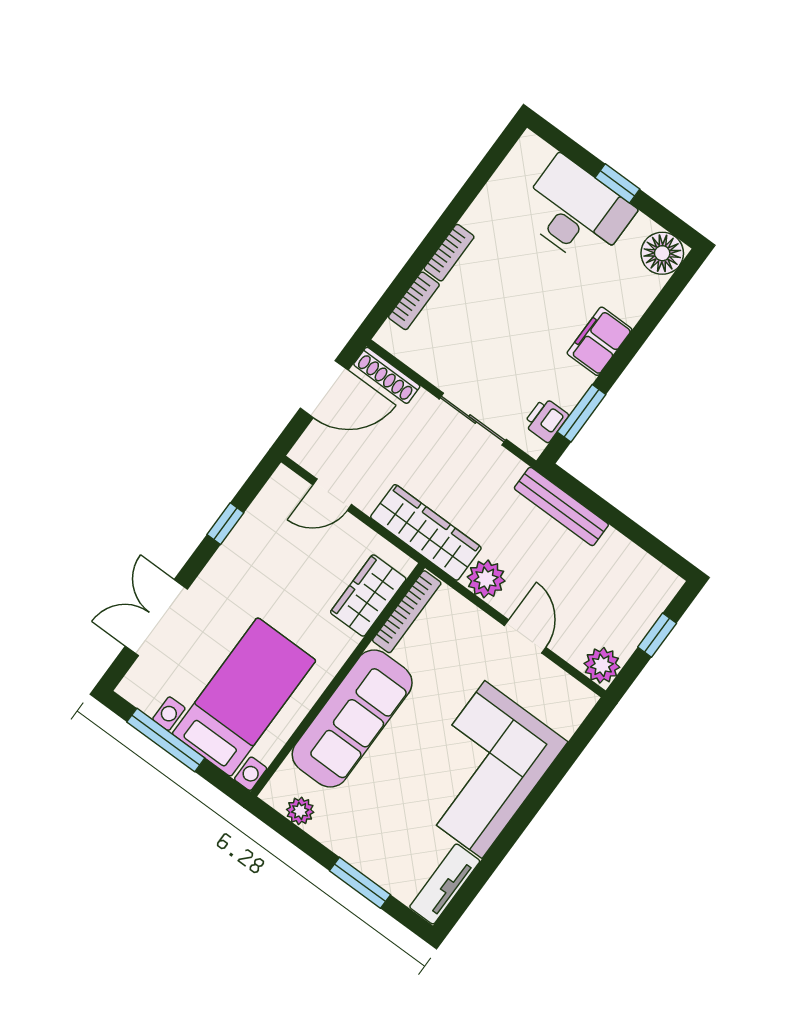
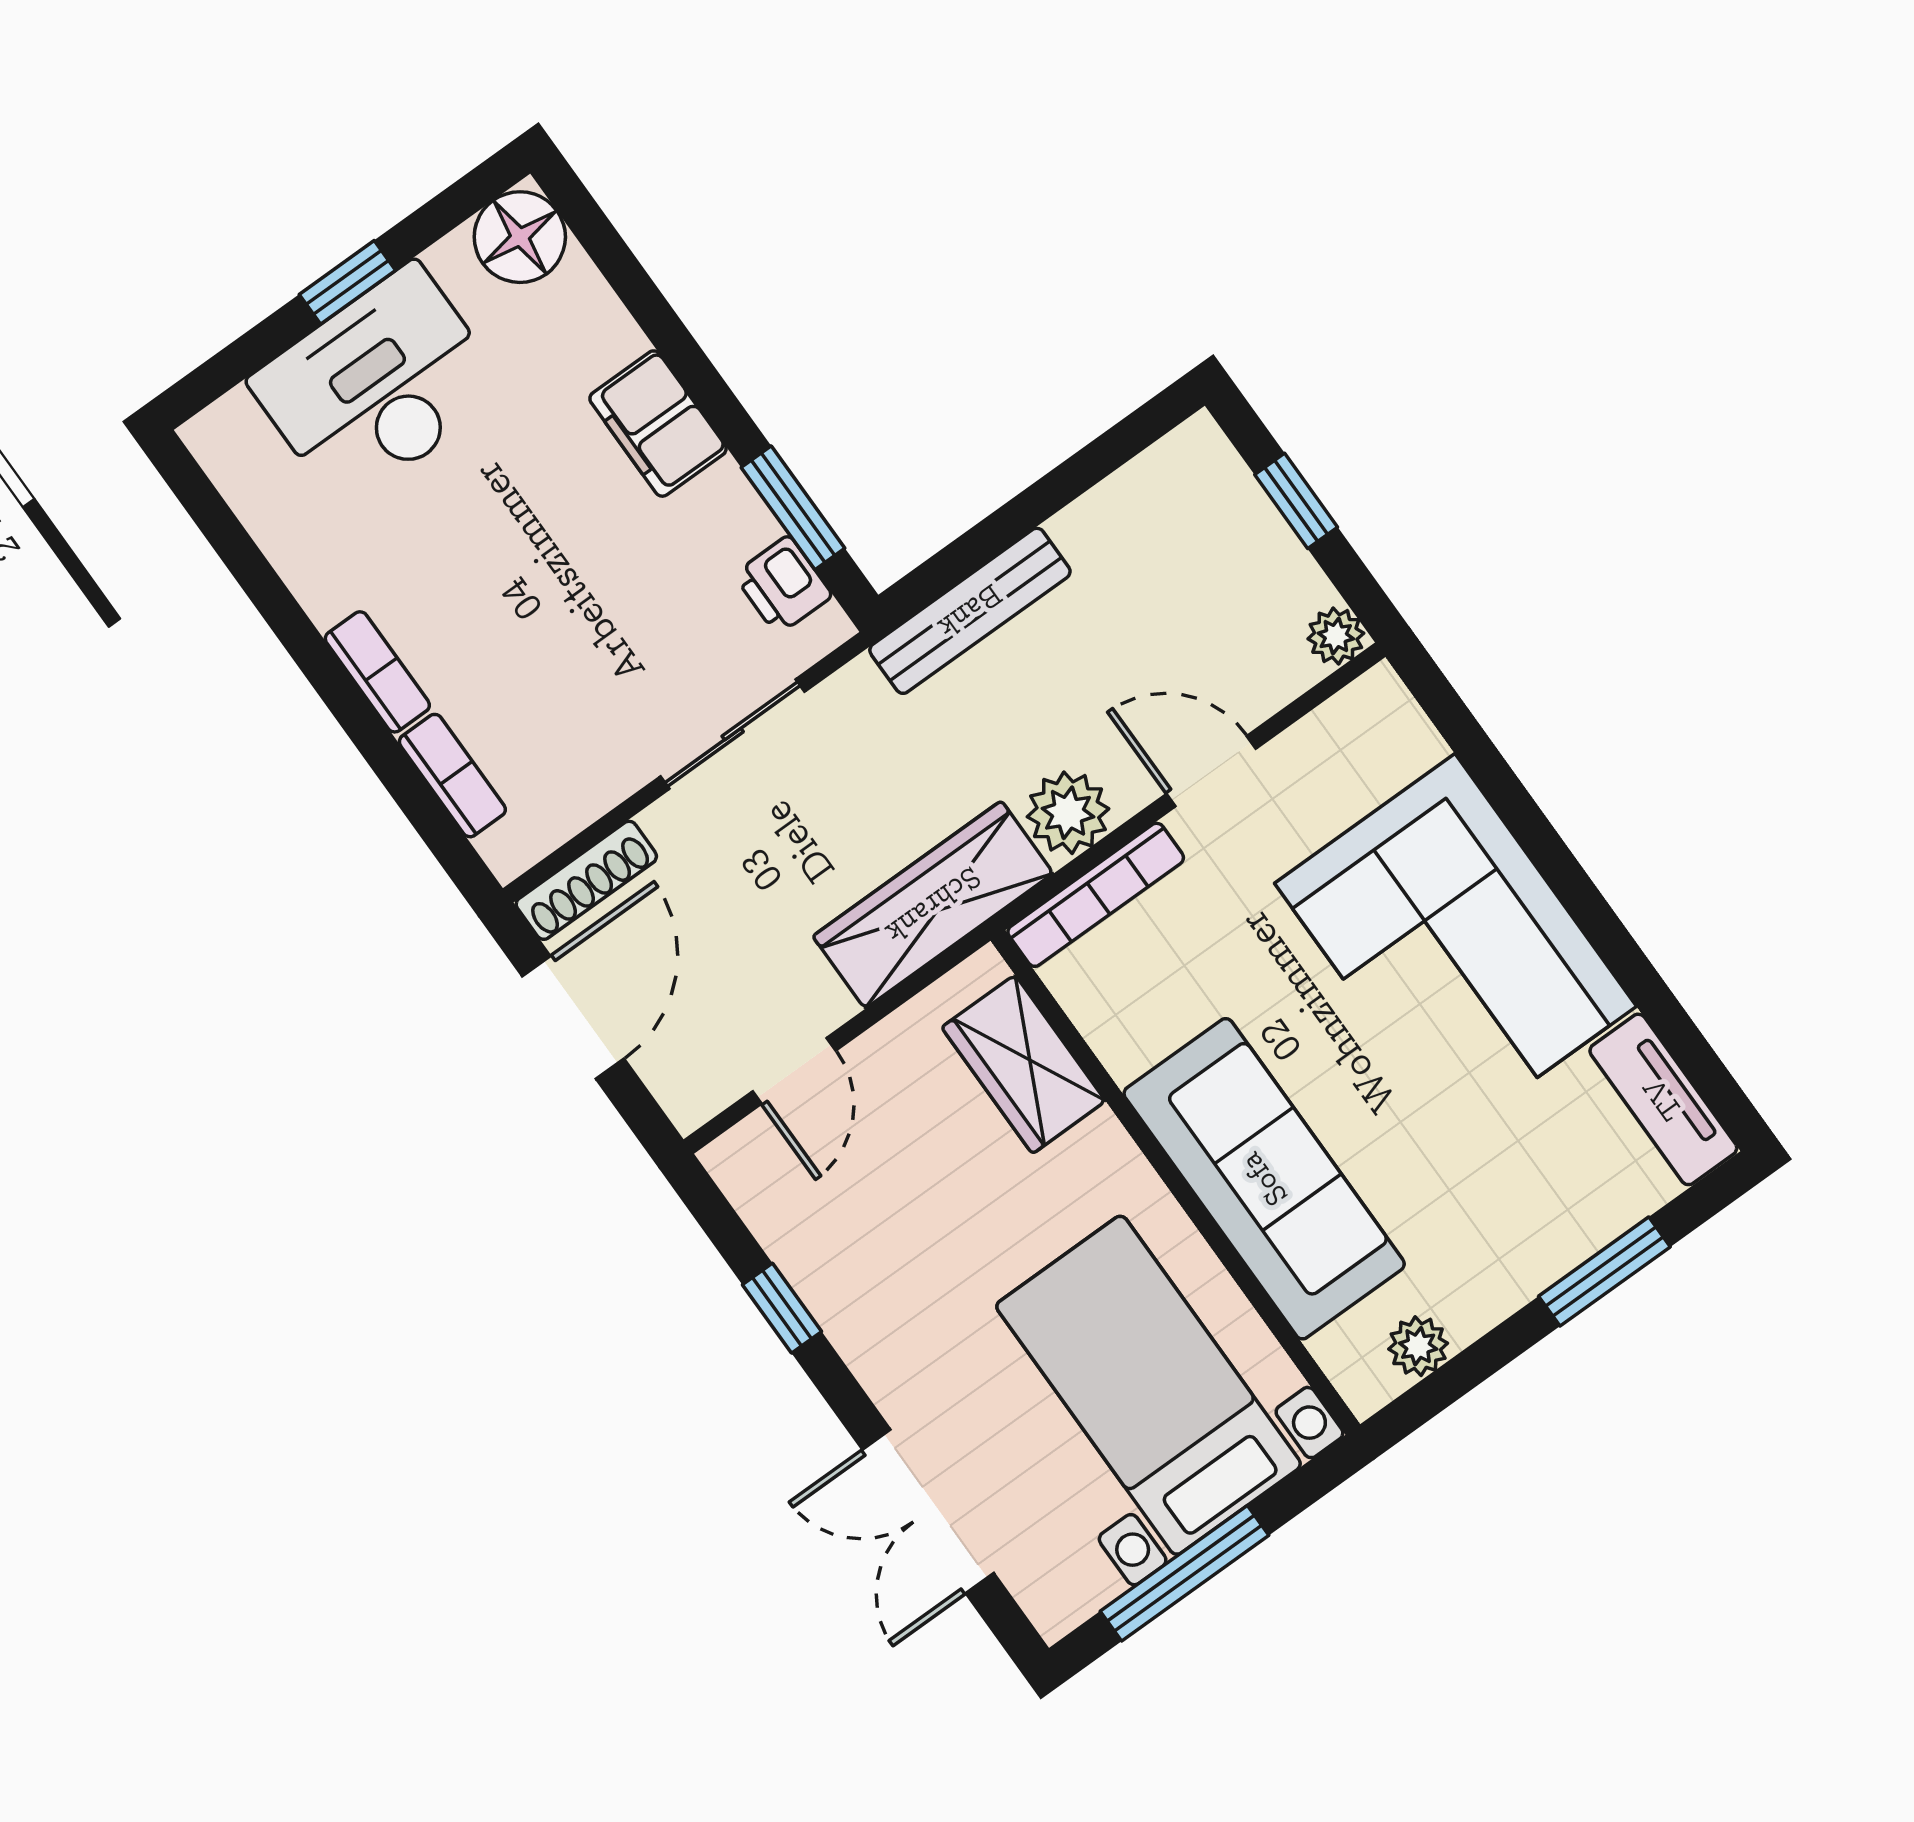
bookcase: (407, 612) -> (1096, 895), moved, turned 90
plant: (602, 665) -> (1336, 636), width x0.73, depth x0.73

